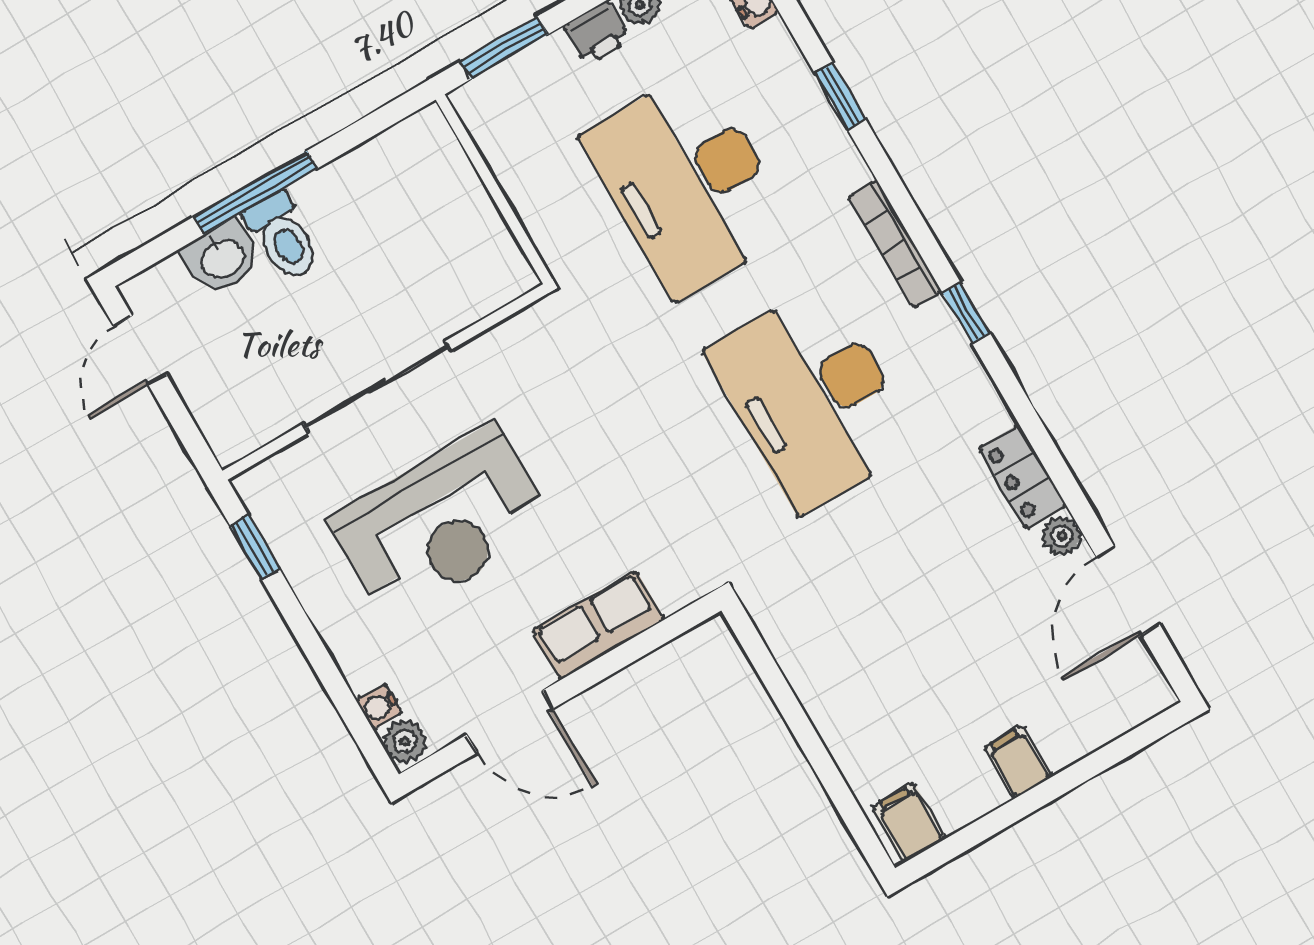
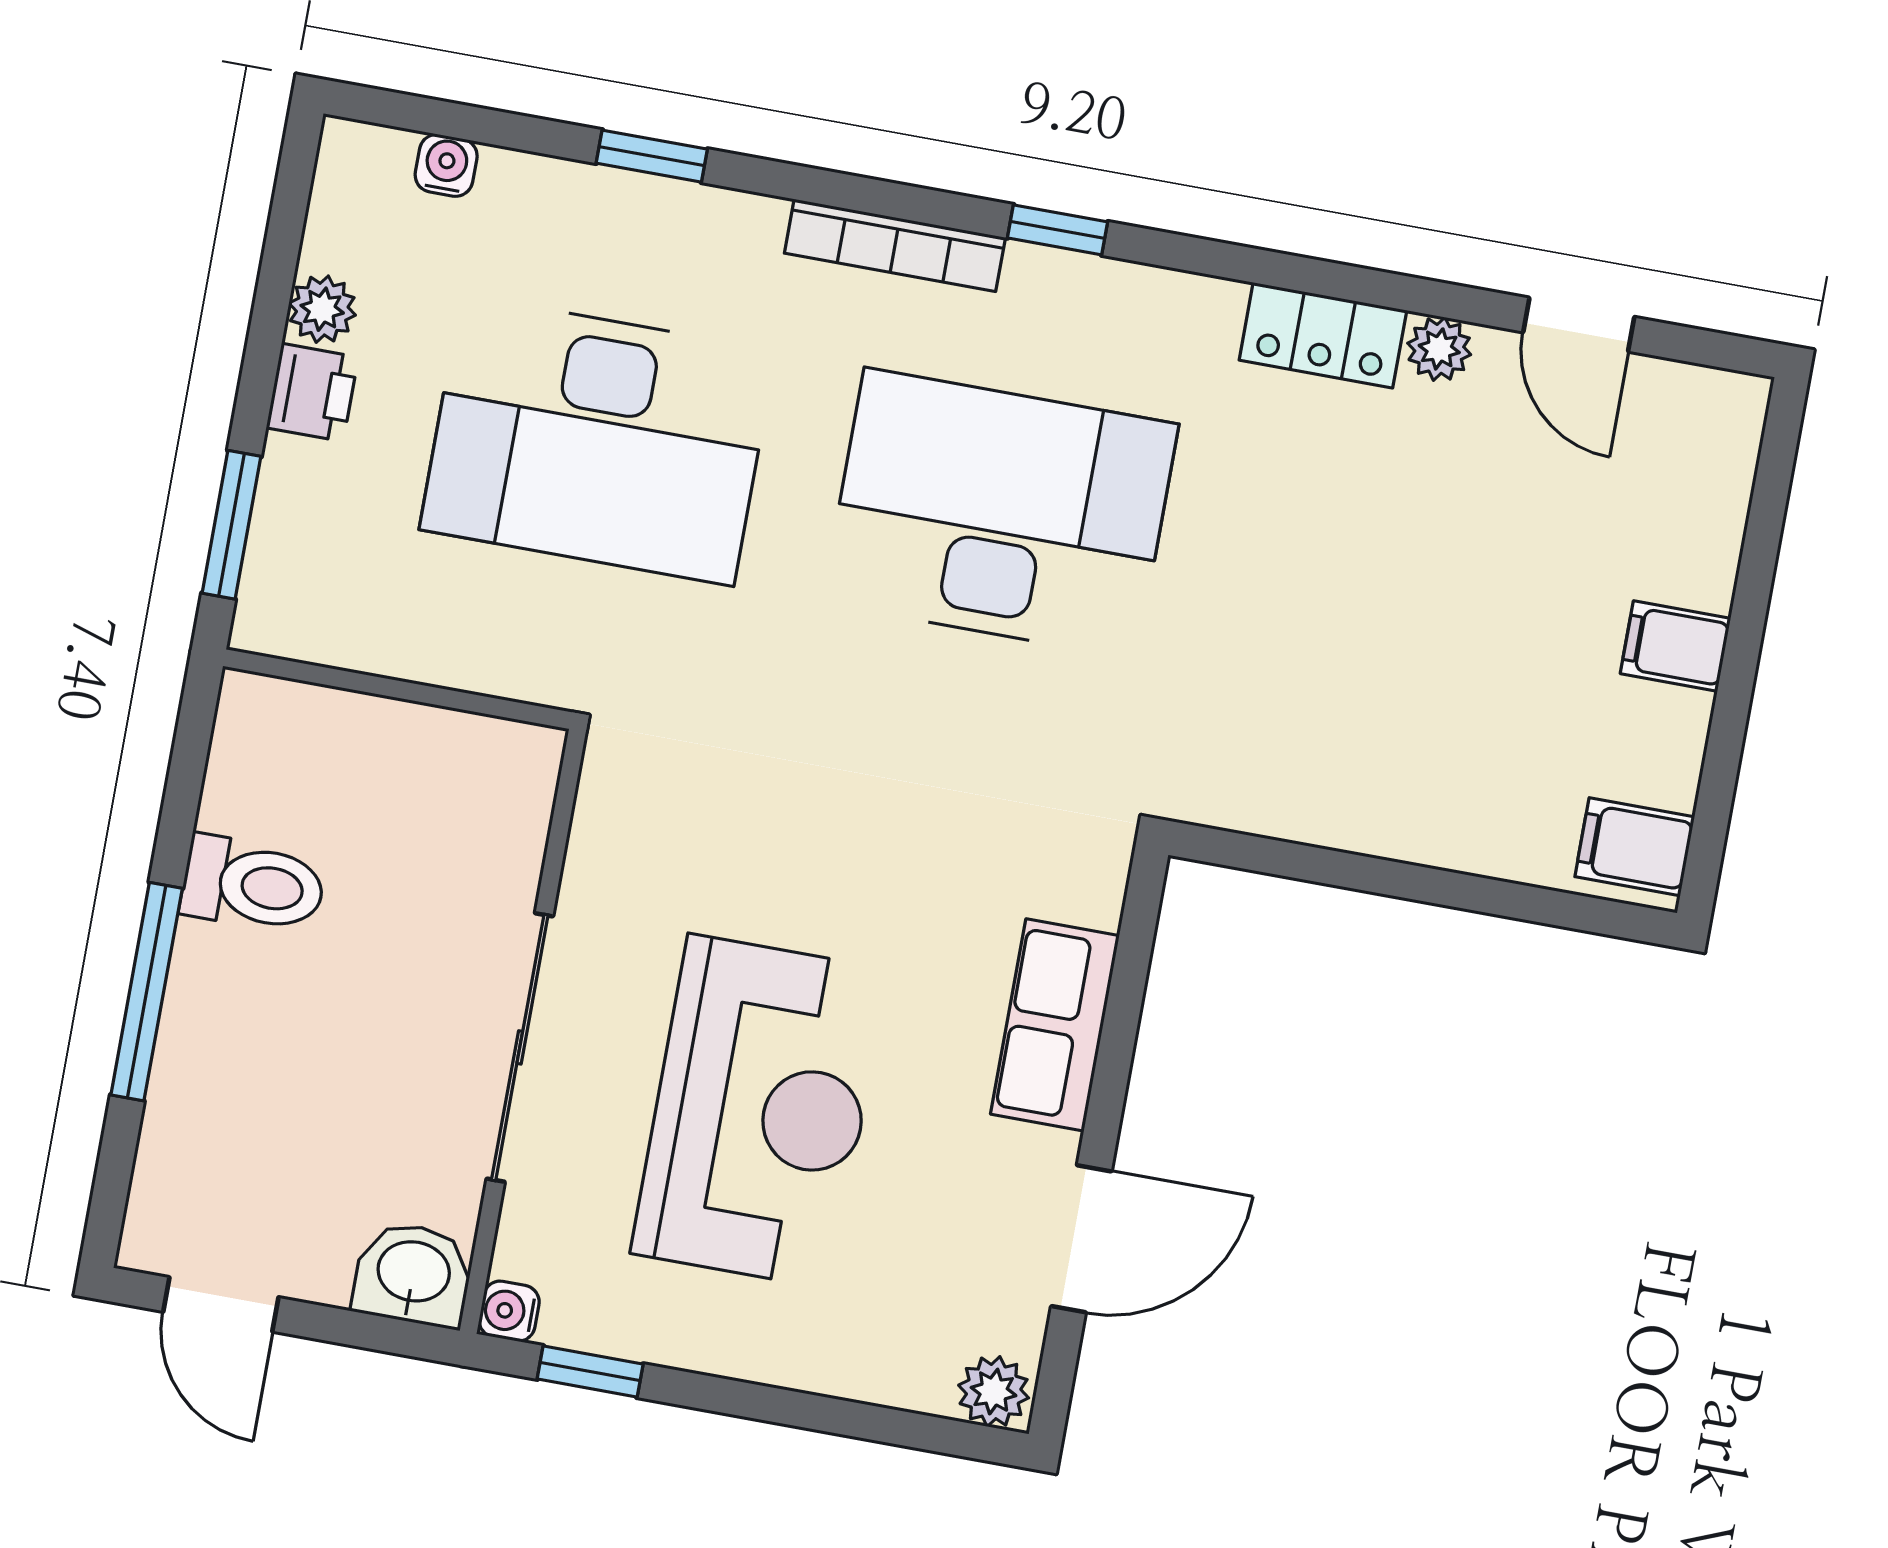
toilet: (283, 237) -> (253, 885), moved
washbasin: (221, 257) -> (413, 1274), moved, turned -90
desk: (813, 398) -> (1000, 513), turned 180
door: (1128, 591) -> (1579, 325), width x0.73
water cooler: (379, 707) -> (509, 1311), moved, turned 90

